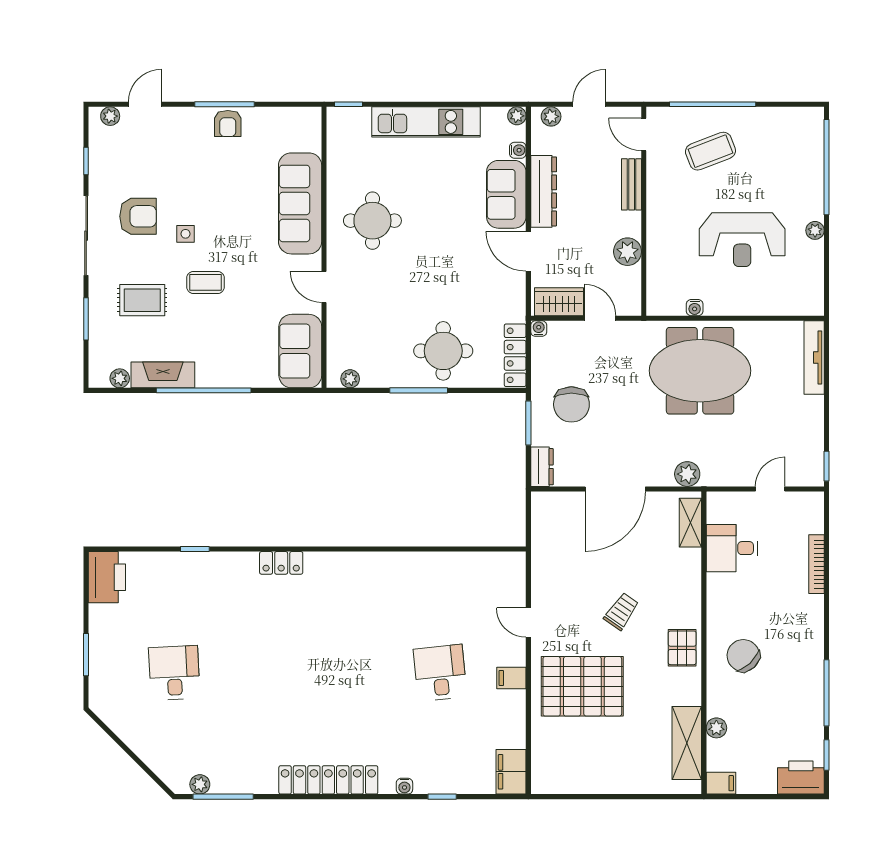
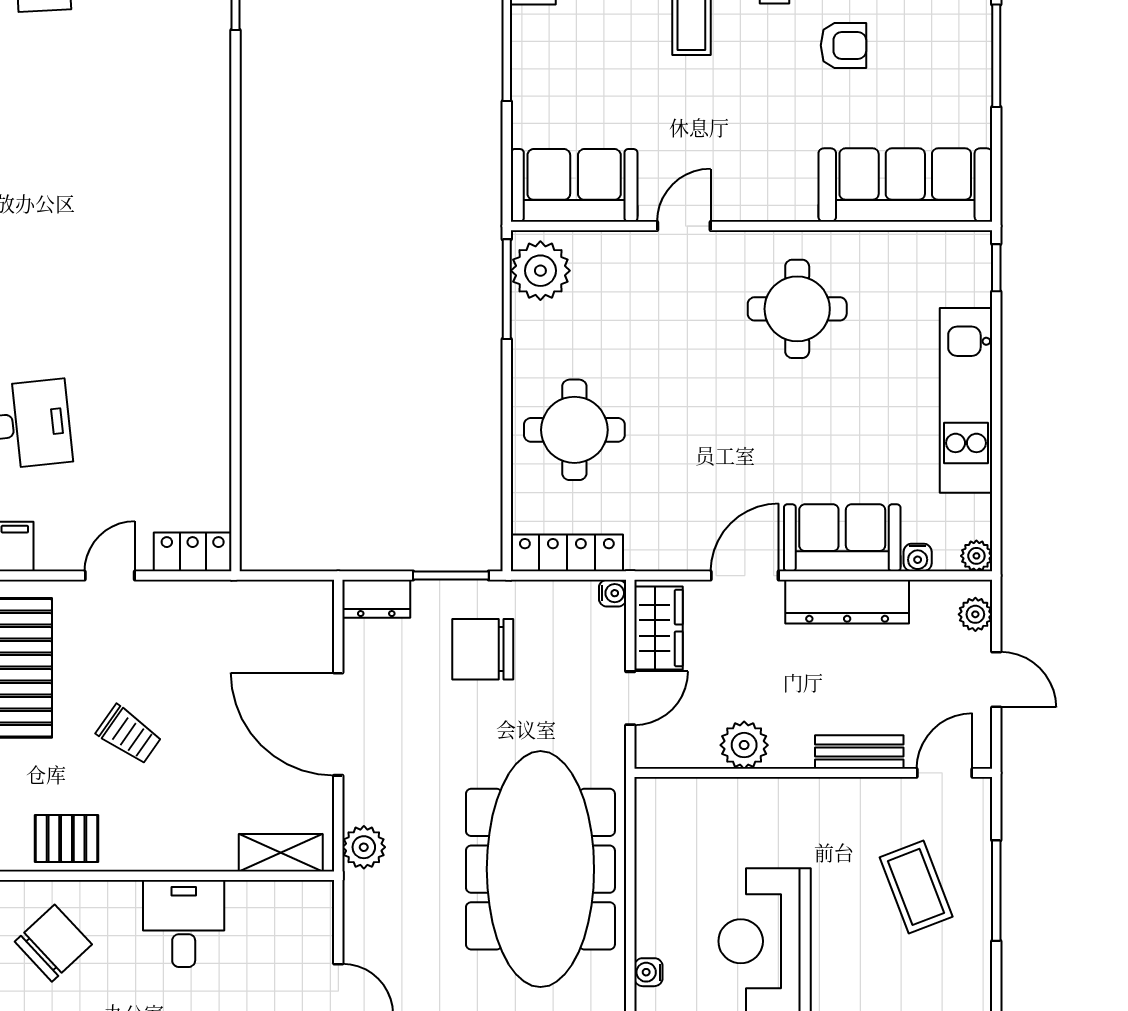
window: (713, 104) -> (996, 891), width x0.68
armchair: (228, 123) -> (844, 45), moved, turned 180
sofa: (300, 203) -> (905, 185), moved
water cooler: (695, 308) -> (648, 972), moved
meeting table: (700, 371) -> (540, 869), width x1.36
plant: (350, 379) -> (540, 271), width x1.87, depth x1.87
window: (419, 390) -> (507, 289), moved
desk: (732, 548) -> (184, 924), moved
locker: (281, 563) -> (193, 552), moved, turned 90

